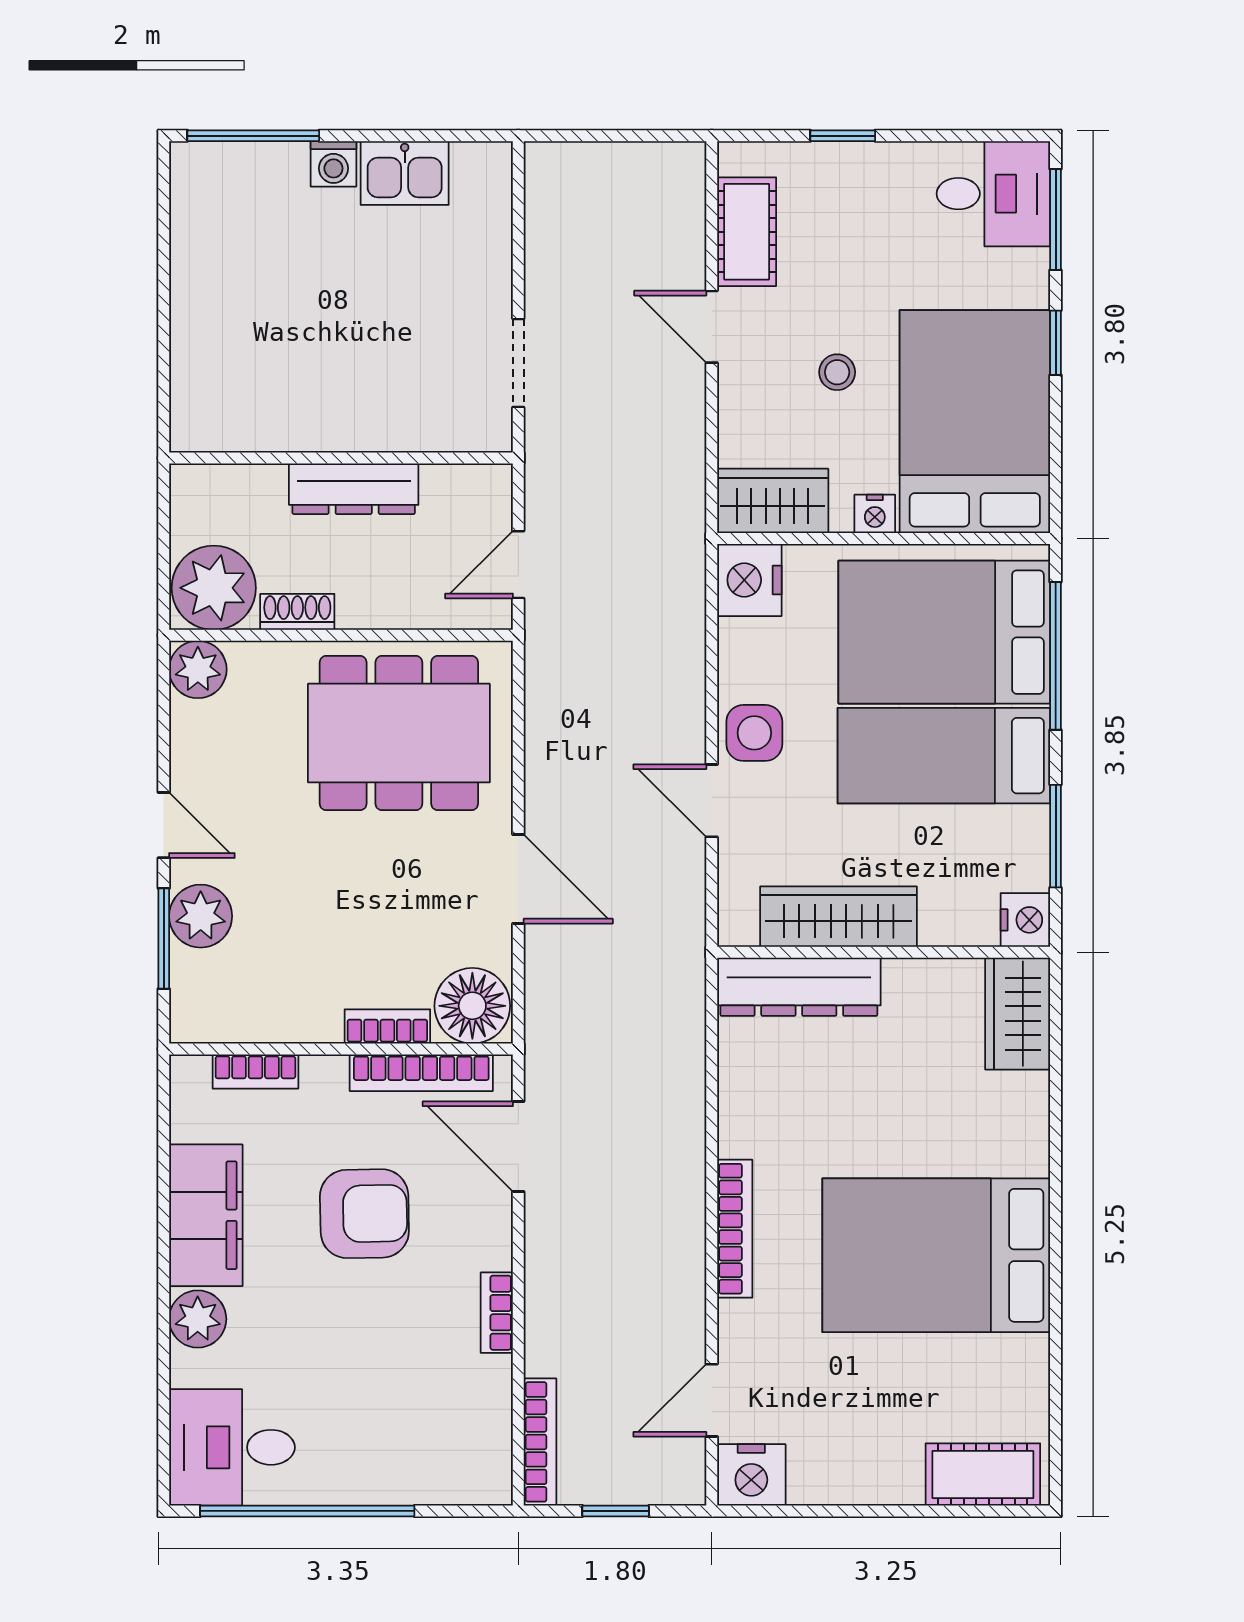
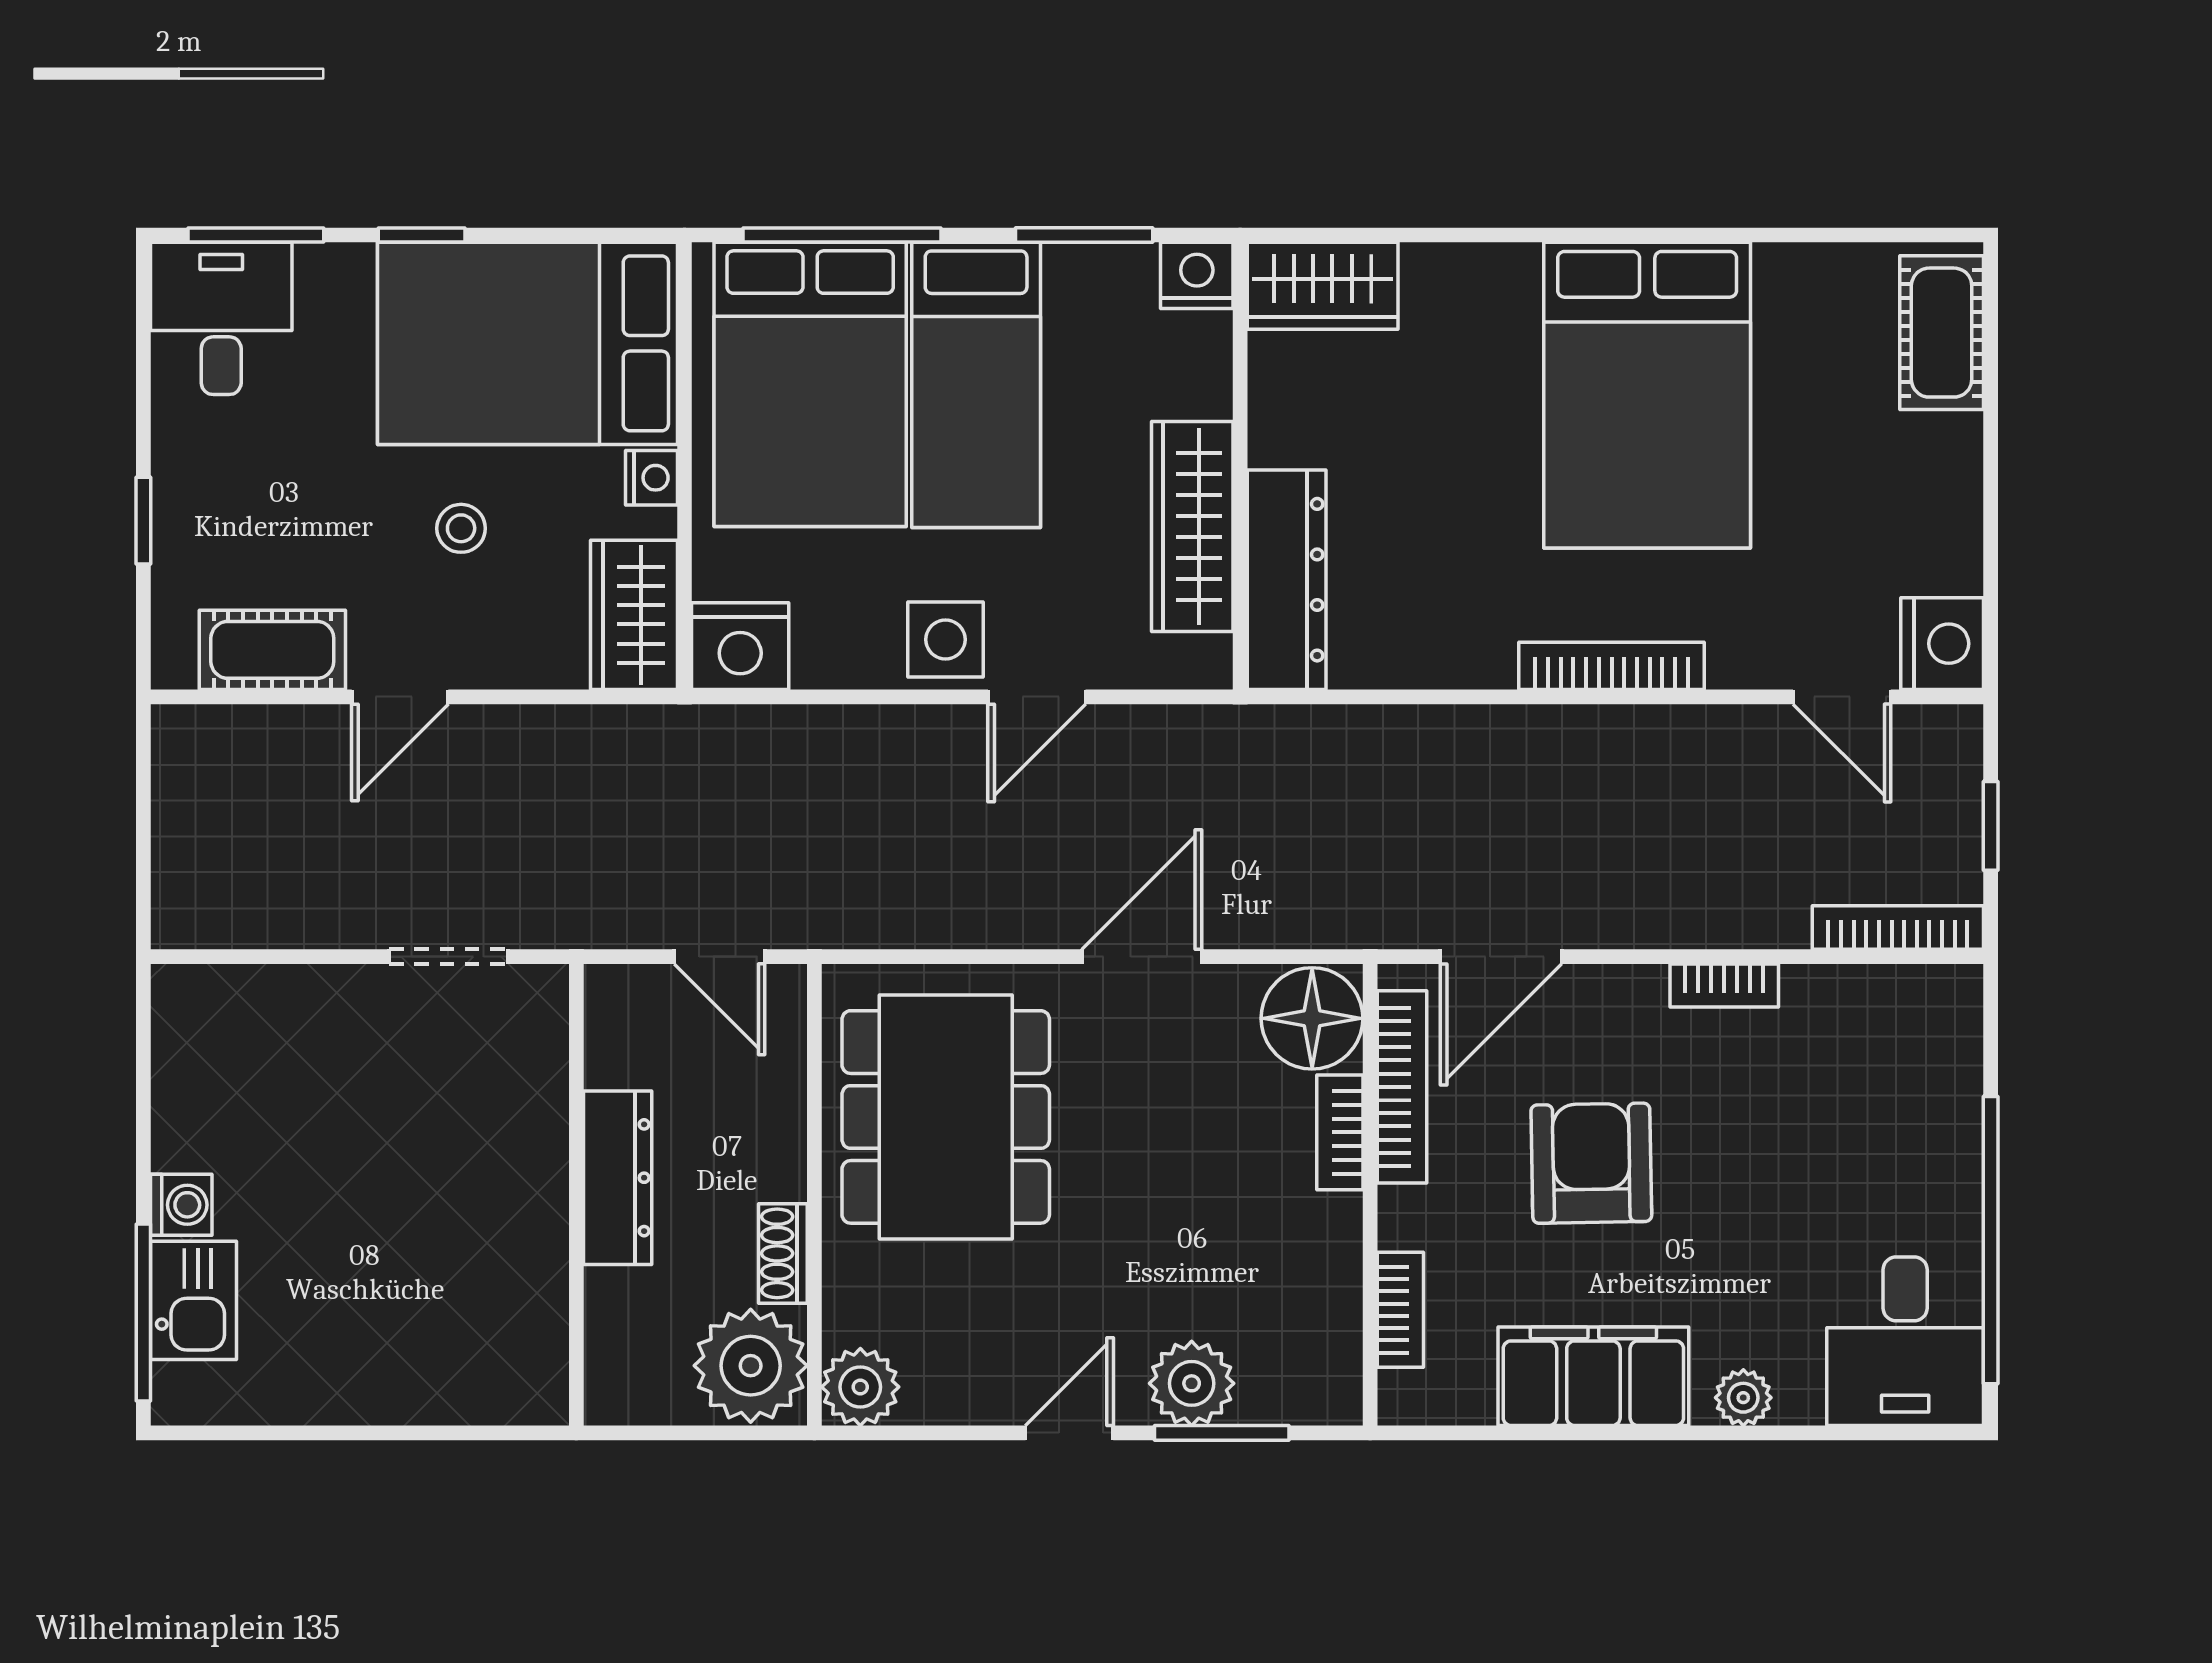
kitchen sink: (405, 173) -> (193, 1300), moved
plant: (198, 1319) -> (1743, 1398), width x0.73, depth x0.73

